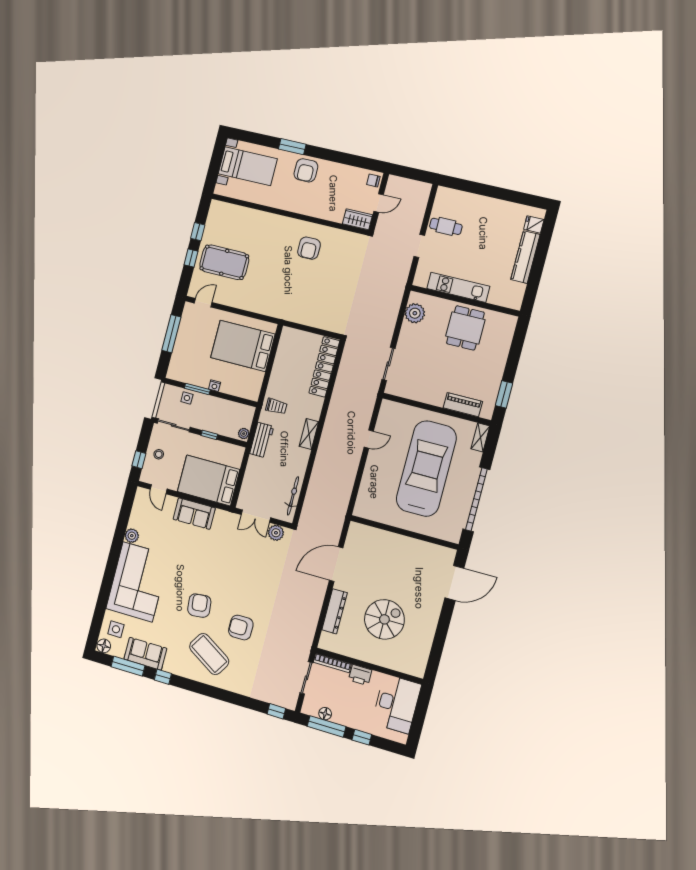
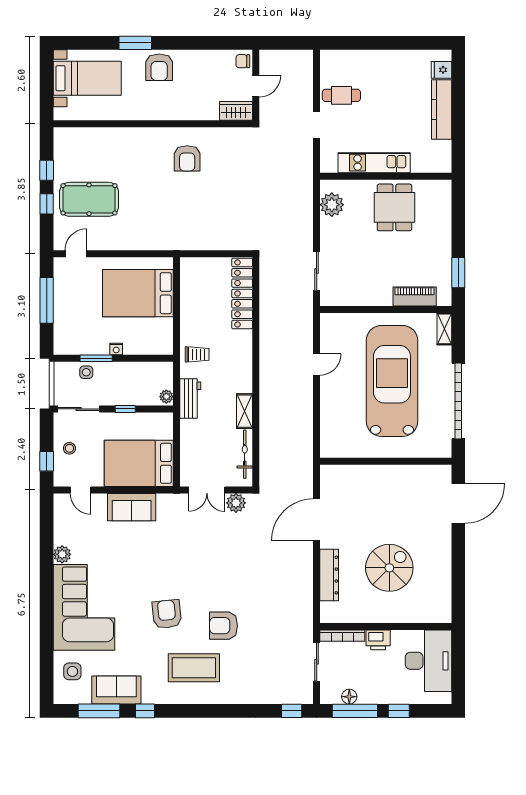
shelving: (309, 434) -> (245, 411), moved
floor lamp: (104, 646) -> (63, 696), removed
coffee table: (209, 654) -> (194, 668), turned -32

